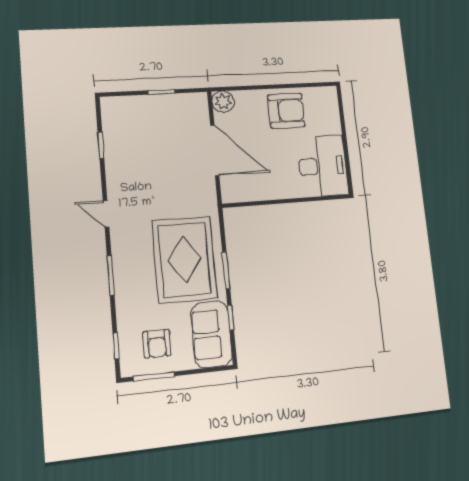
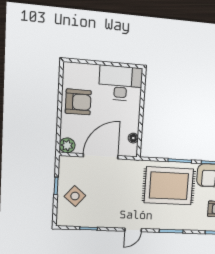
armchair: (286, 111) -> (78, 102), turned 90
side table: (150, 120) -> (75, 196), added
floor lamp: (249, 194) -> (133, 138), added

